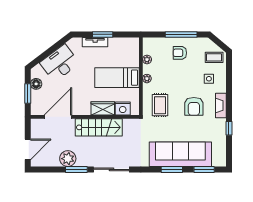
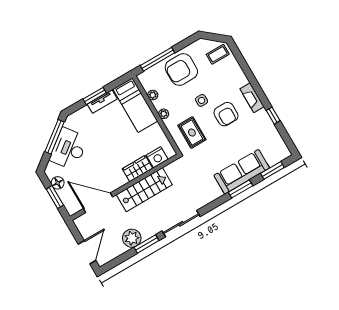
window: (181, 34) -> (157, 59), moved
tv unit: (95, 42) -> (102, 102), moved
window: (54, 48) -> (55, 137), added
armchair: (180, 53) -> (181, 70), width x1.88, depth x1.88
bed: (117, 78) -> (135, 105), moved, turned -90
side table: (209, 79) -> (202, 100), moved
door: (58, 117) -> (98, 203), hinge flipped
sofa: (180, 154) -> (242, 172), width x0.74, depth x0.79

